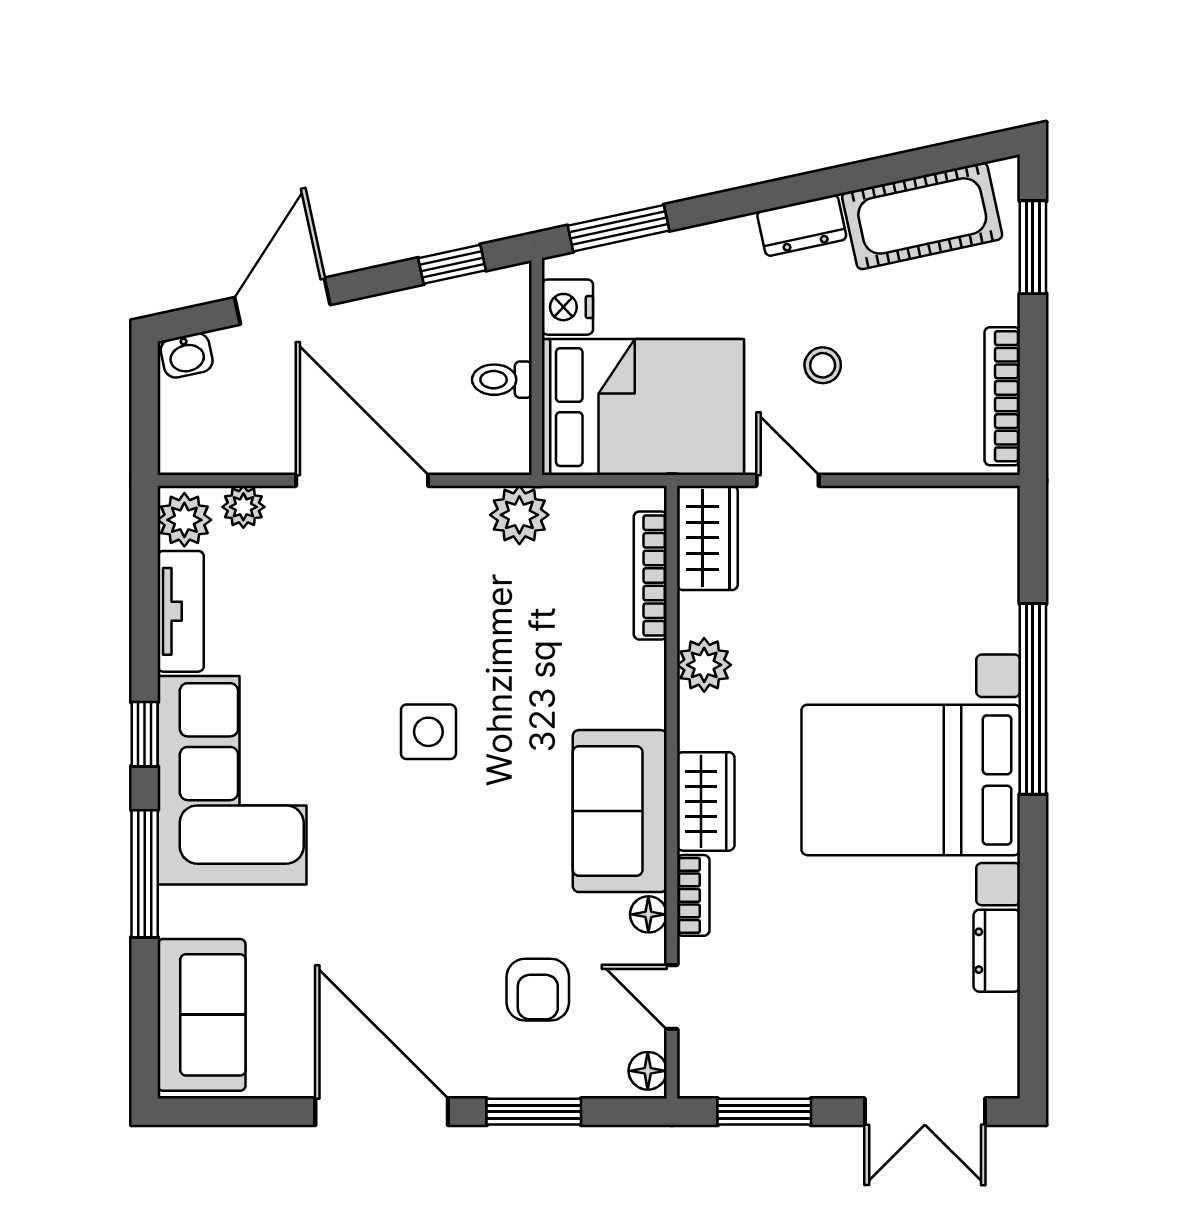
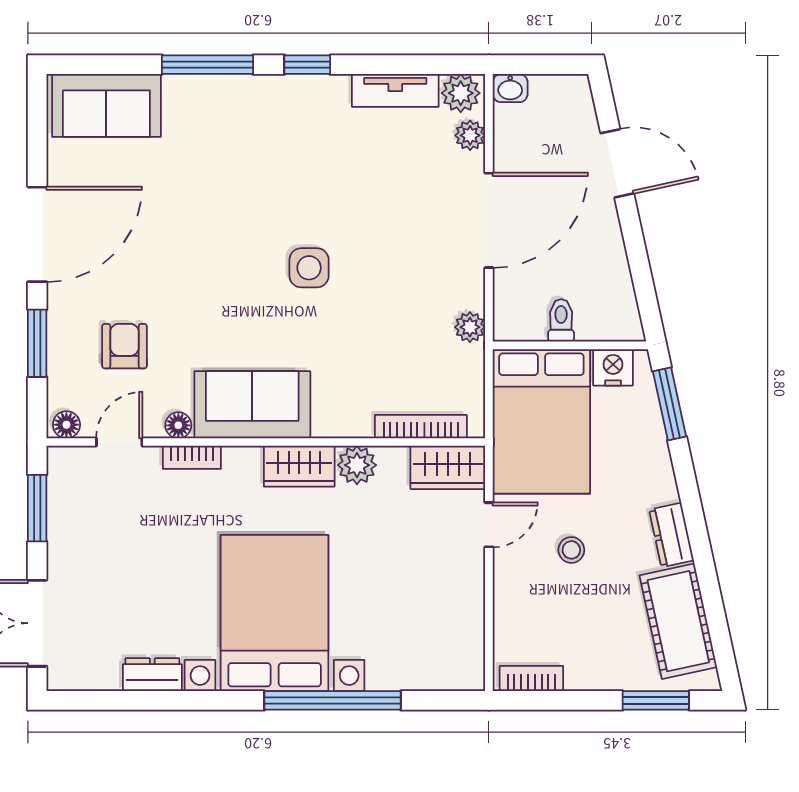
window: (452, 264) -> (644, 285), removed
washbasin: (187, 355) -> (510, 88), moved, turned -78
bookcase: (1002, 396) -> (531, 678), width x0.64
plant: (519, 515) -> (470, 327), width x0.73, depth x0.73
corner sofa: (232, 780) -> (274, 127), removed
wardrobe: (706, 801) -> (299, 466), moved
armchair: (538, 990) -> (125, 346), turned 90

